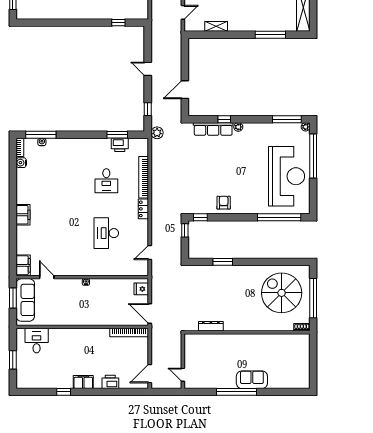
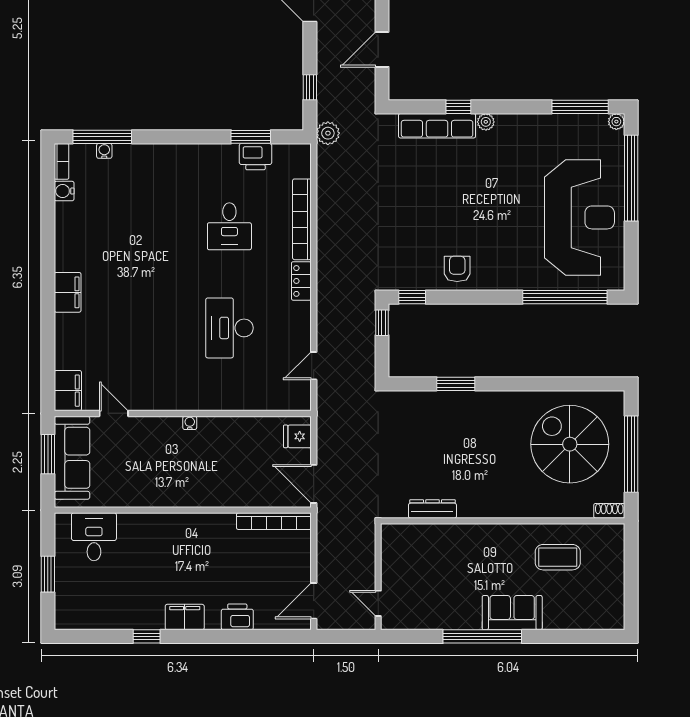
coffee table: (275, 351) -> (558, 557), added

